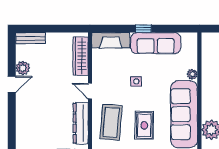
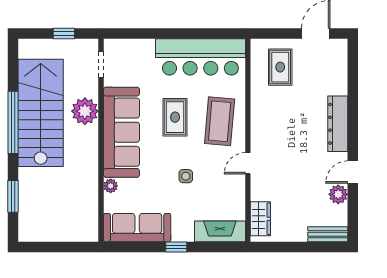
sofa: (156, 43) -> (137, 228), moved
wardrobe: (81, 56) -> (260, 219), width x0.67
door: (90, 91) -> (248, 163), swing flipped
dresser: (81, 123) -> (338, 124), moved, turned 180

